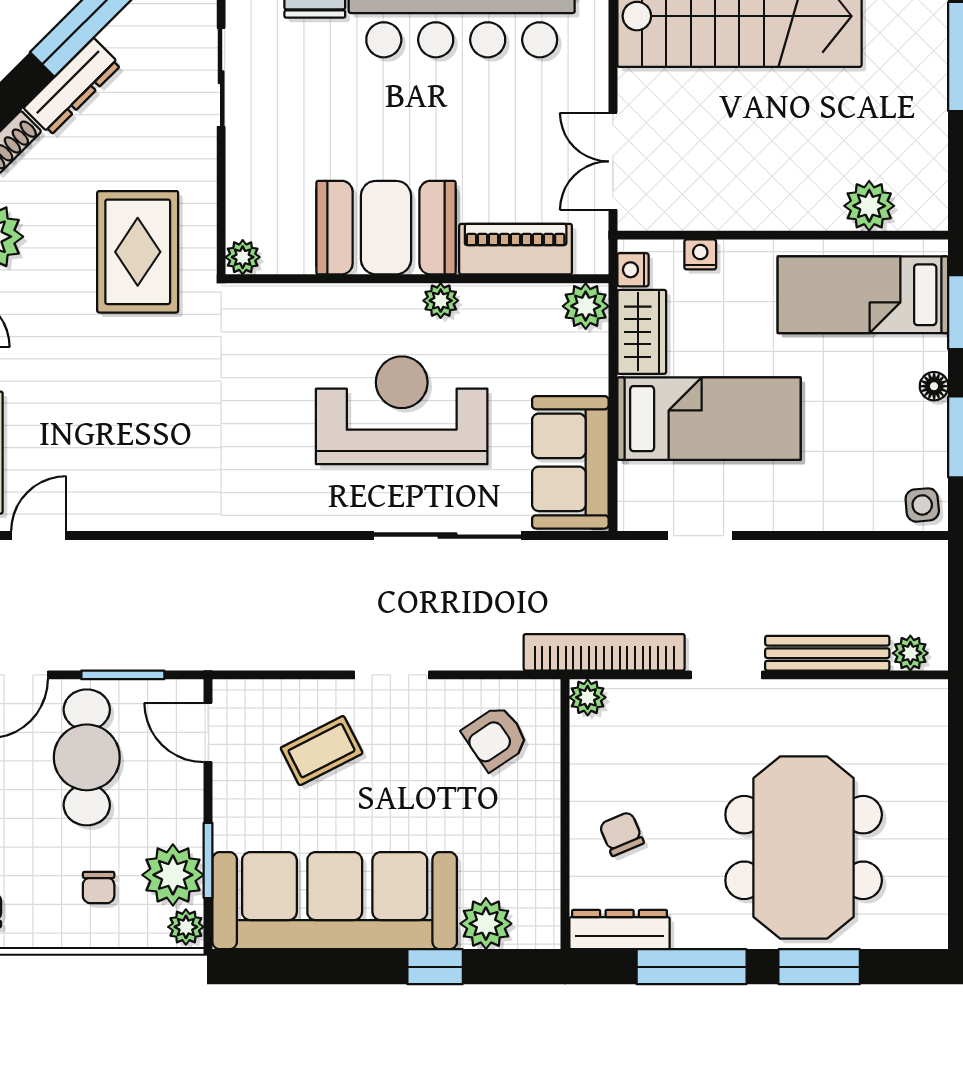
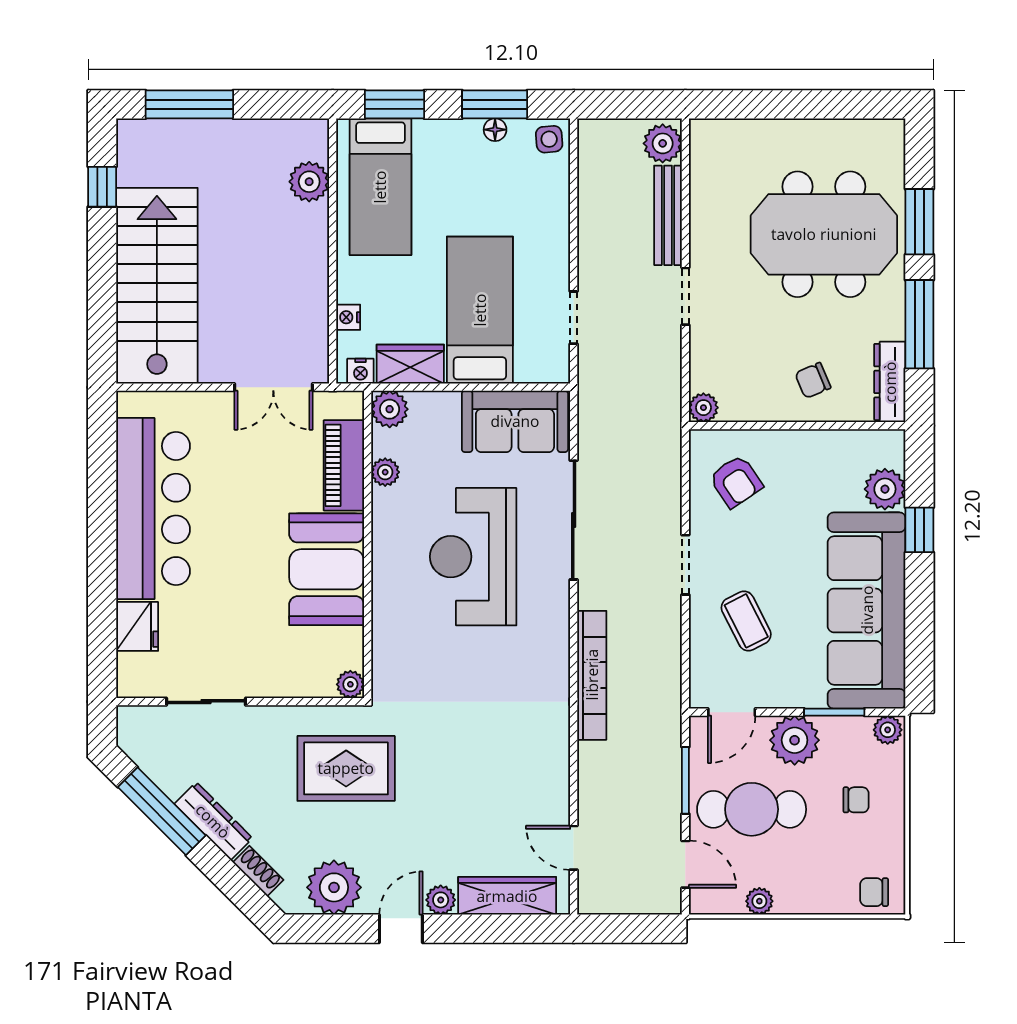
plant: (441, 301) -> (385, 472), moved
floor lamp: (934, 386) -> (495, 130), moved
bookcase: (604, 652) -> (592, 675), moved, turned 180
plant: (910, 653) -> (663, 143), width x1.38, depth x1.38
plant: (173, 875) -> (795, 740), moved

